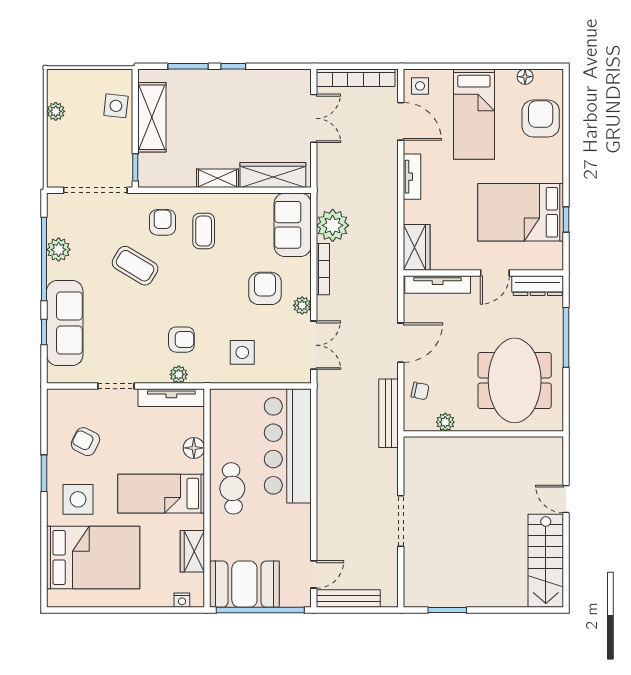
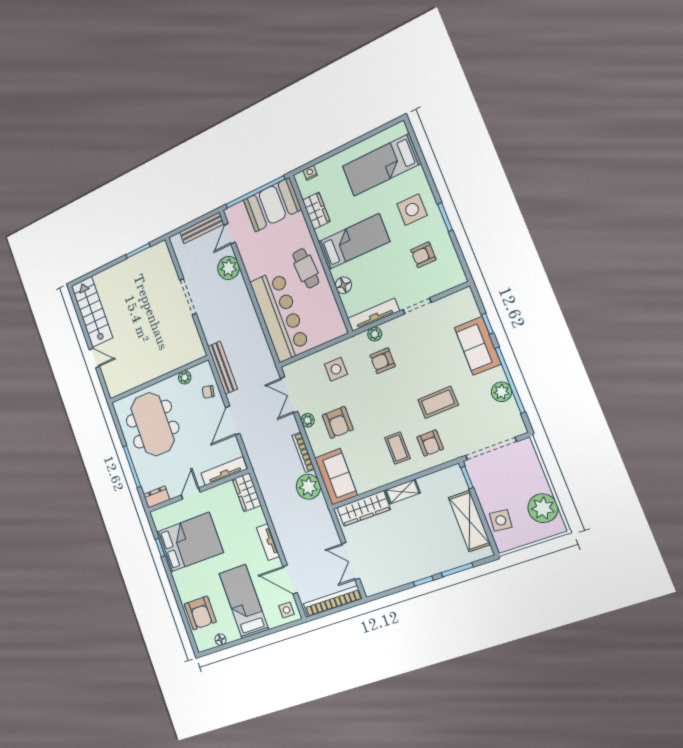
plant: (56, 111) -> (543, 508), width x1.87, depth x1.87
coffee table: (135, 266) -> (438, 402), turned -32
dresser: (538, 286) -> (157, 497), width x0.70
sofa: (65, 323) -> (478, 346), width x0.73
armchair: (86, 442) -> (423, 255), turned 153
plant: (332, 533) -> (229, 268), added
bed: (93, 557) -> (381, 165), width x0.67

